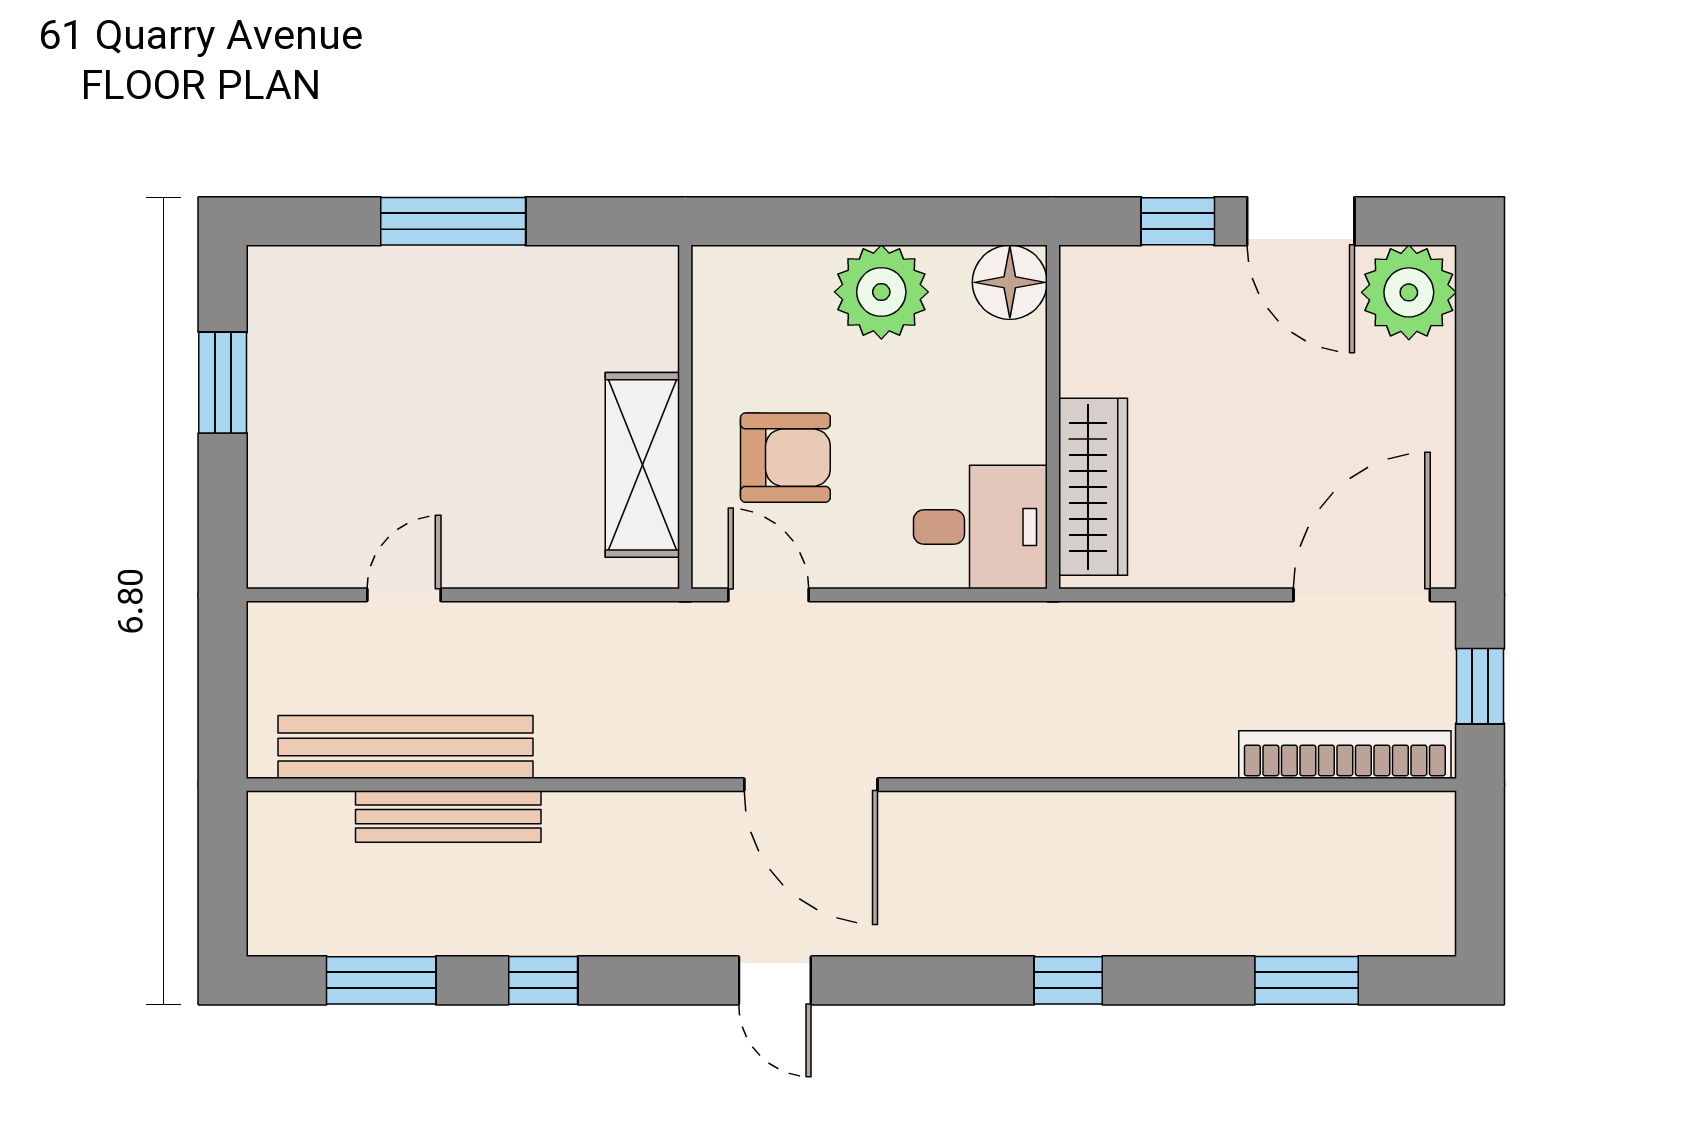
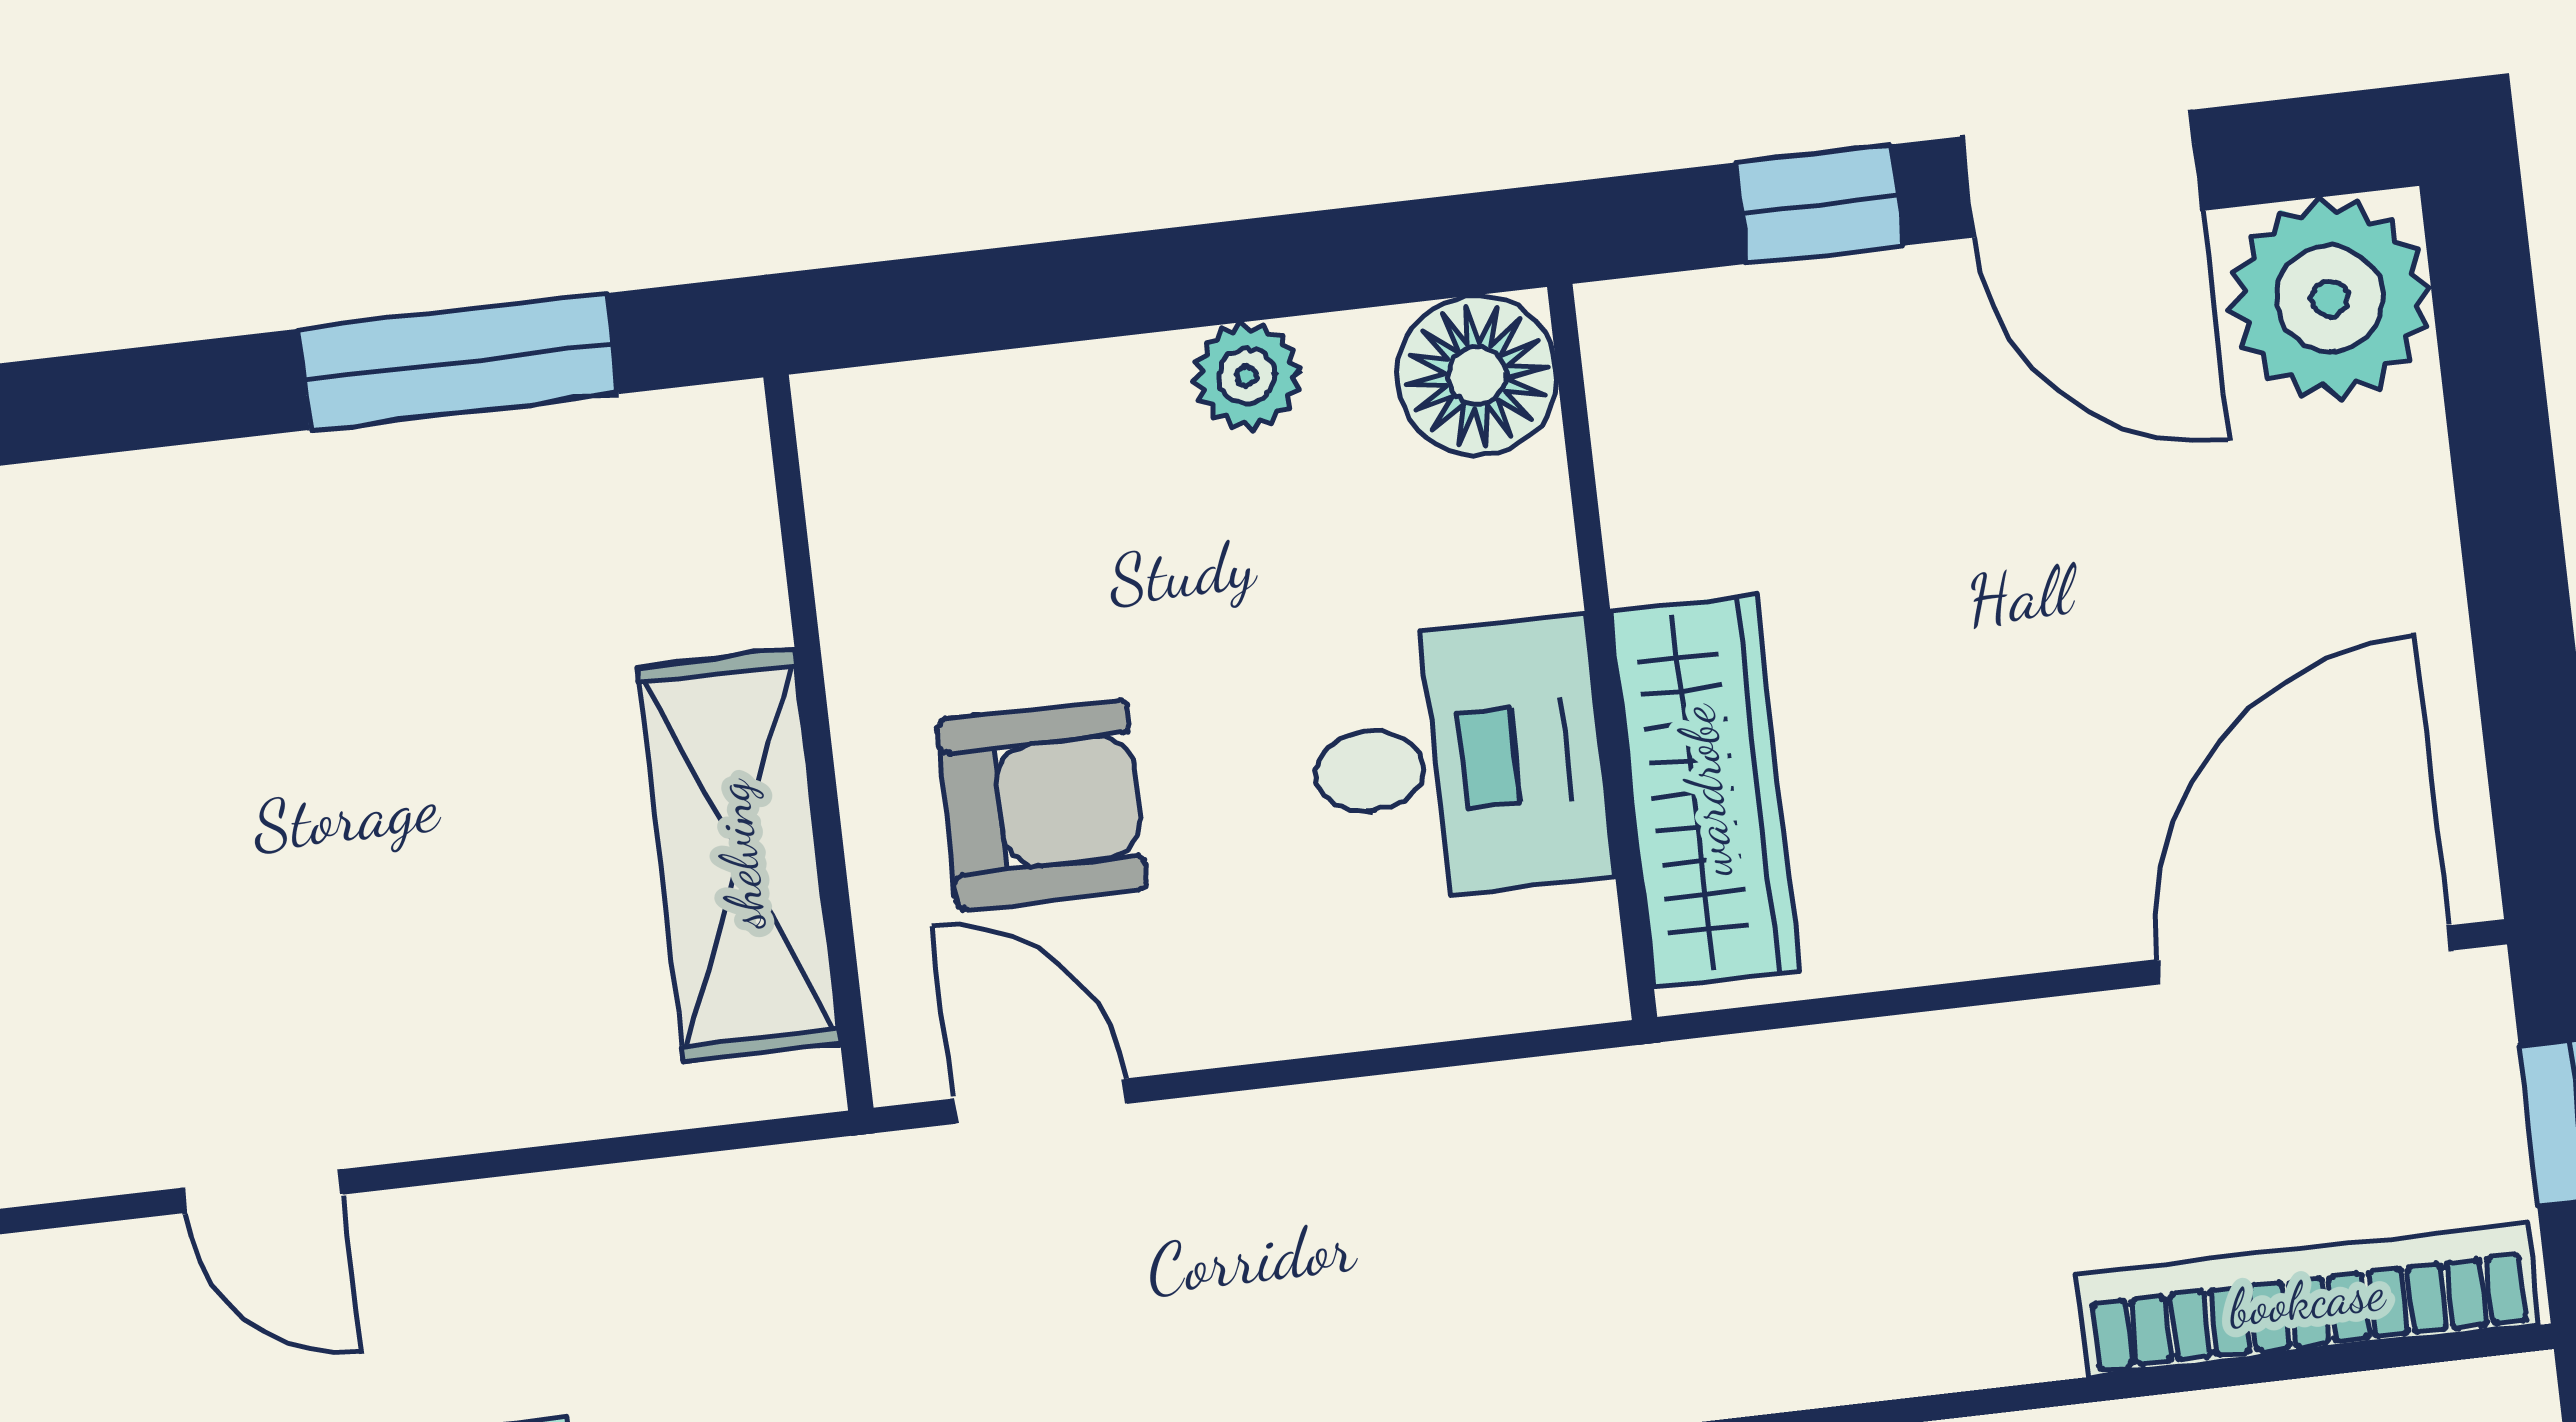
window: (453, 221) -> (458, 362), moved
plant: (881, 292) -> (1247, 376), width x0.53, depth x0.53
desk: (980, 527) -> (1458, 761), moved
door: (404, 595) -> (263, 1191), swing flipped

